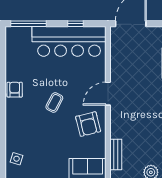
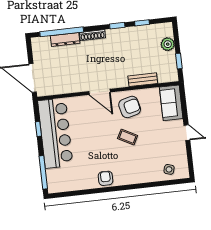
armchair: (15, 90) -> (106, 178), turned 90
coffee table: (54, 103) -> (128, 137), moved
bench: (116, 155) -> (143, 80), moved

